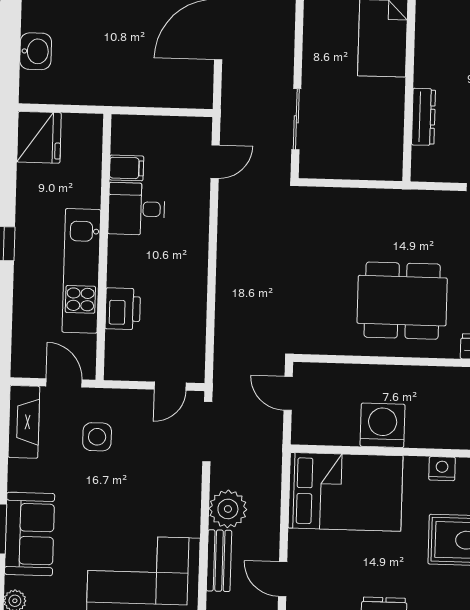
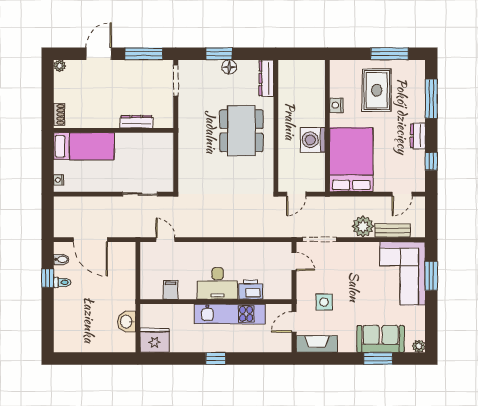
washbasin: (36, 51) -> (127, 322), moved, turned -90
desk: (136, 209) -> (218, 284), moved, width x1.37

